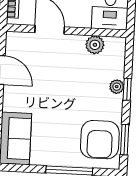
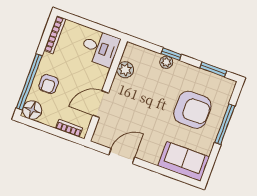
armchair: (100, 140) -> (192, 110), moved

